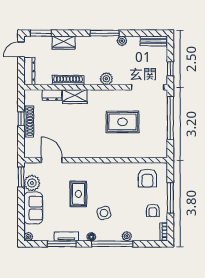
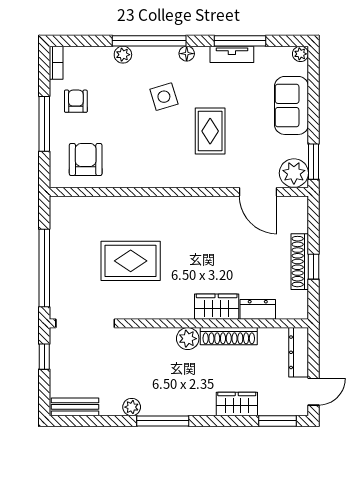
plant: (106, 79) -> (188, 339), moved
plant: (32, 183) -> (294, 173), moved

